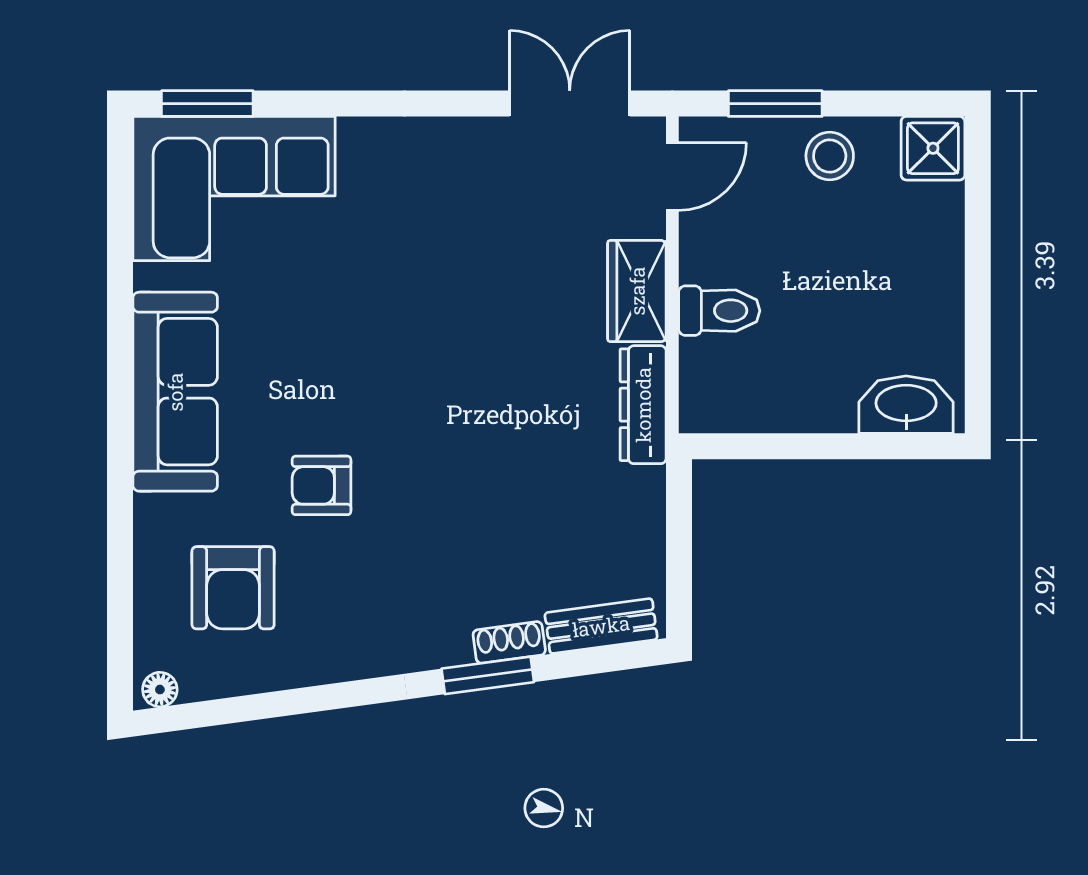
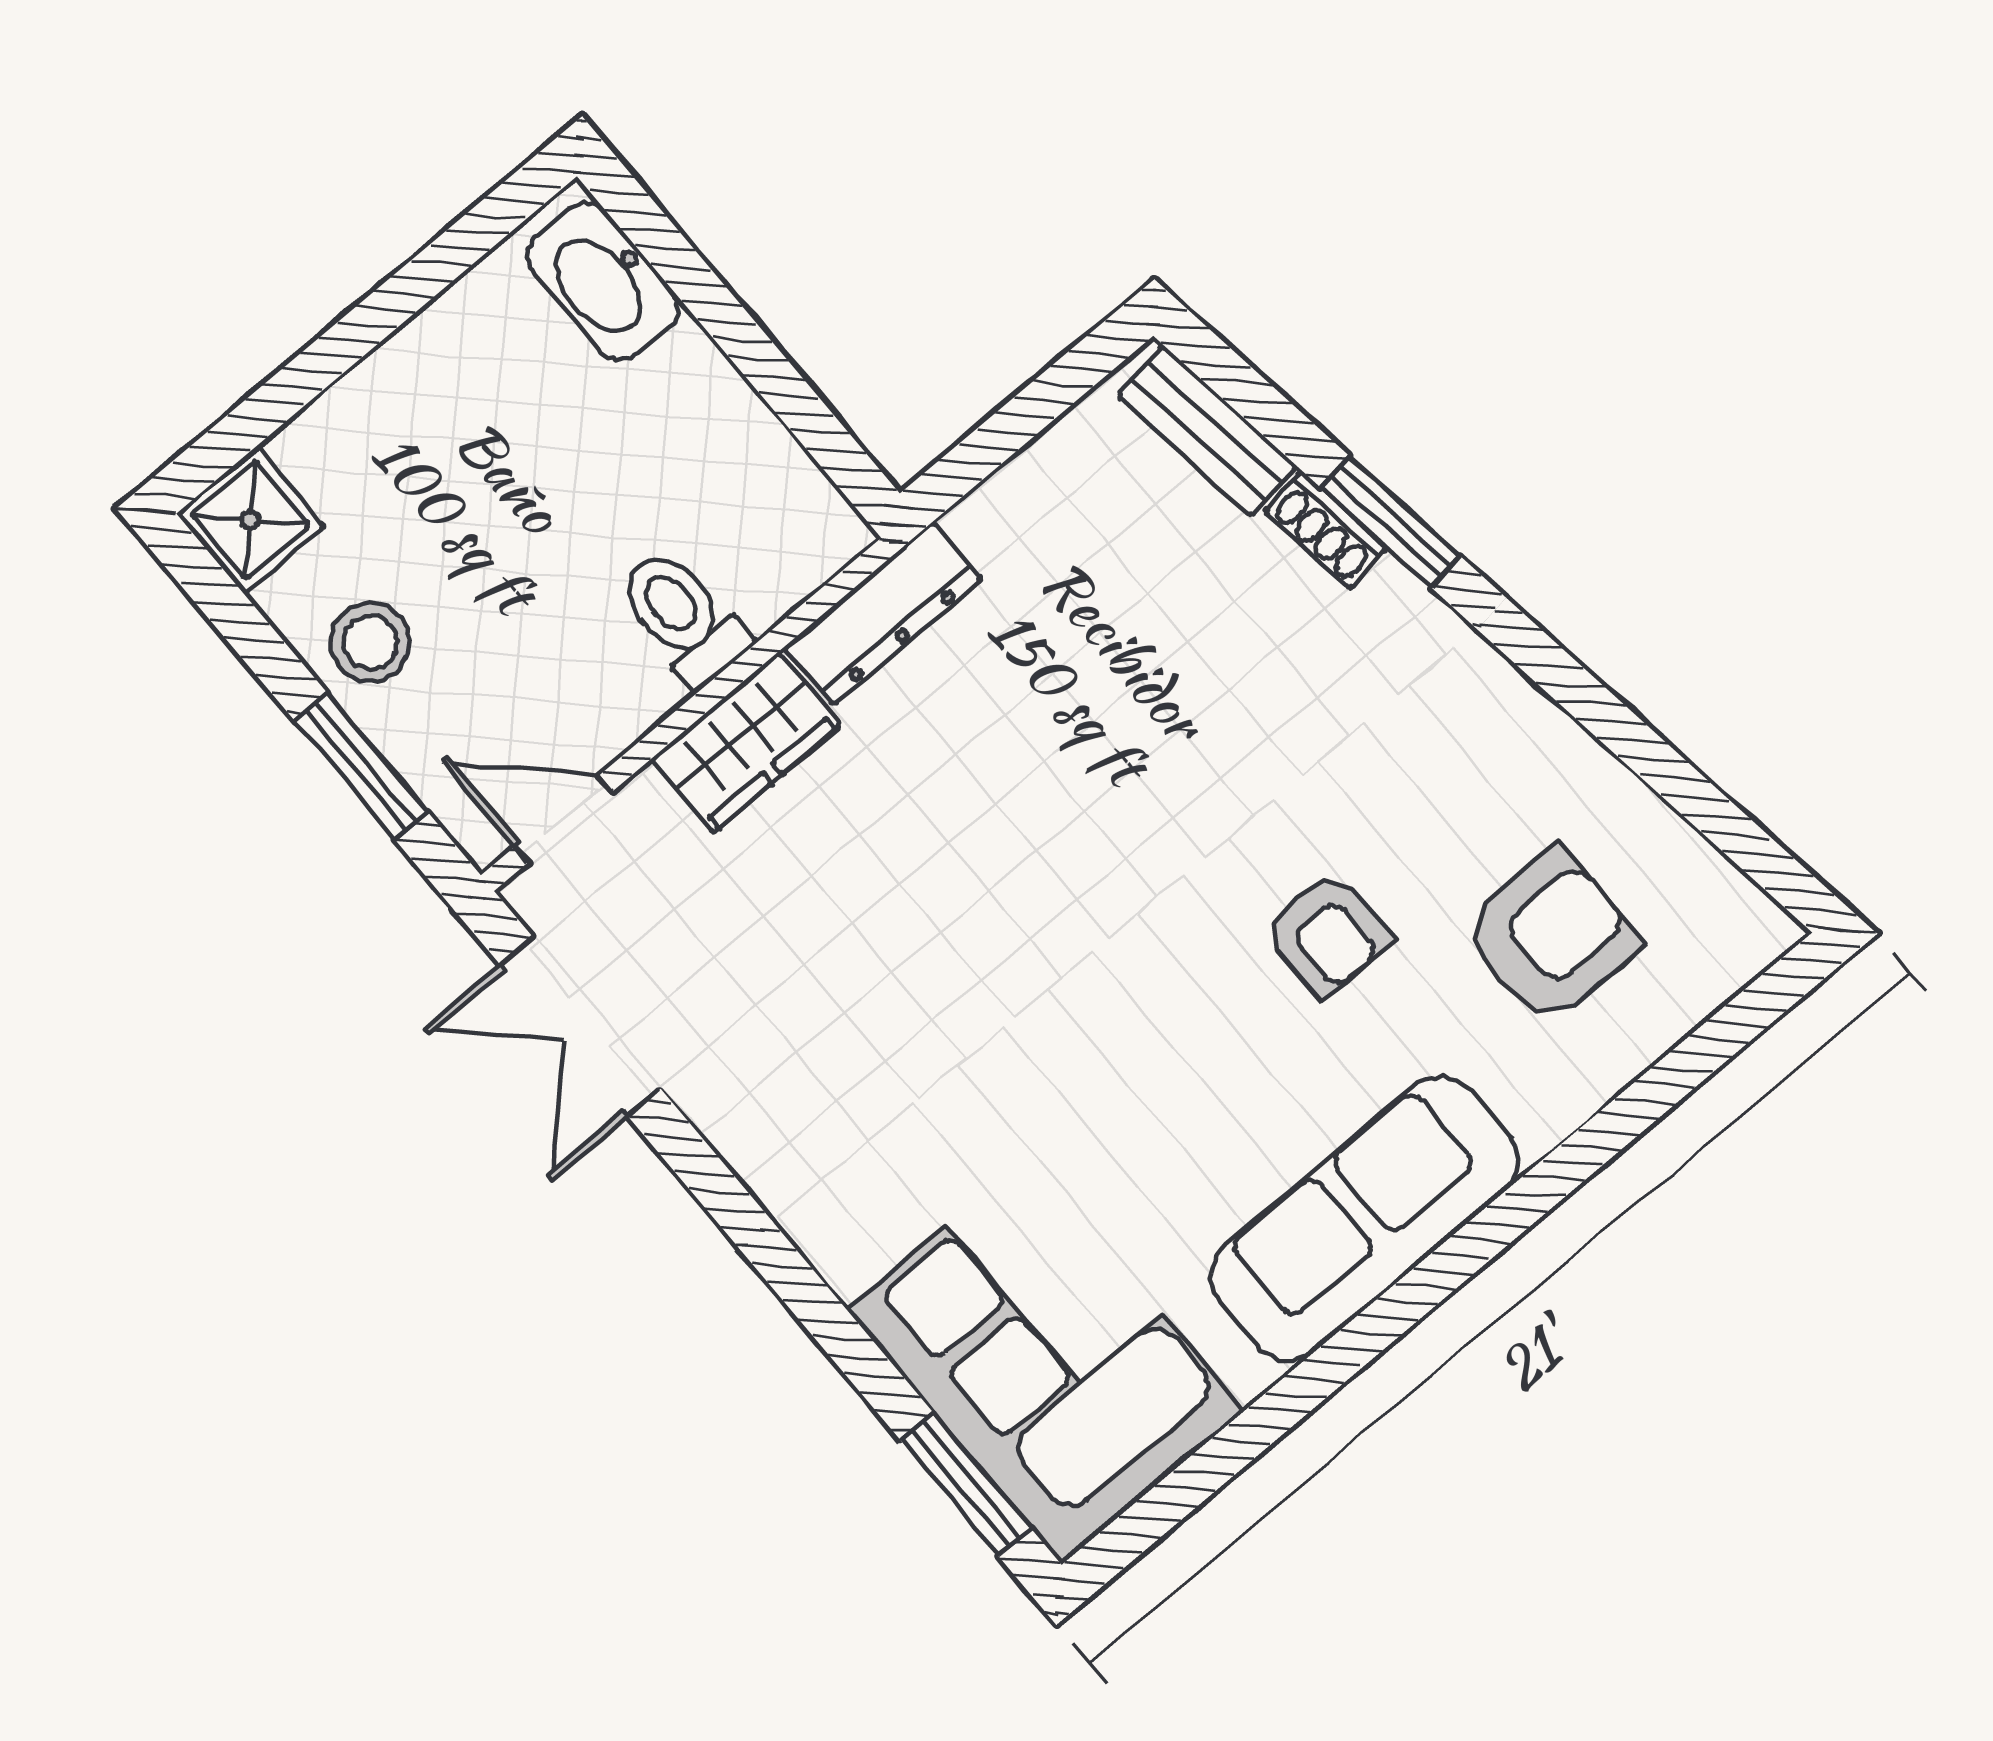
floor lamp: (160, 690) -> (1757, 921), removed

